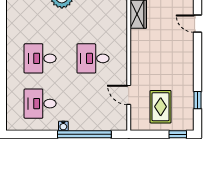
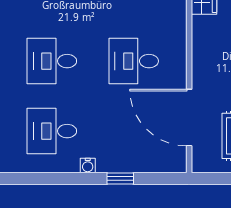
door: (129, 95) -> (189, 118), width x1.87
window: (84, 134) -> (120, 179), width x0.32

